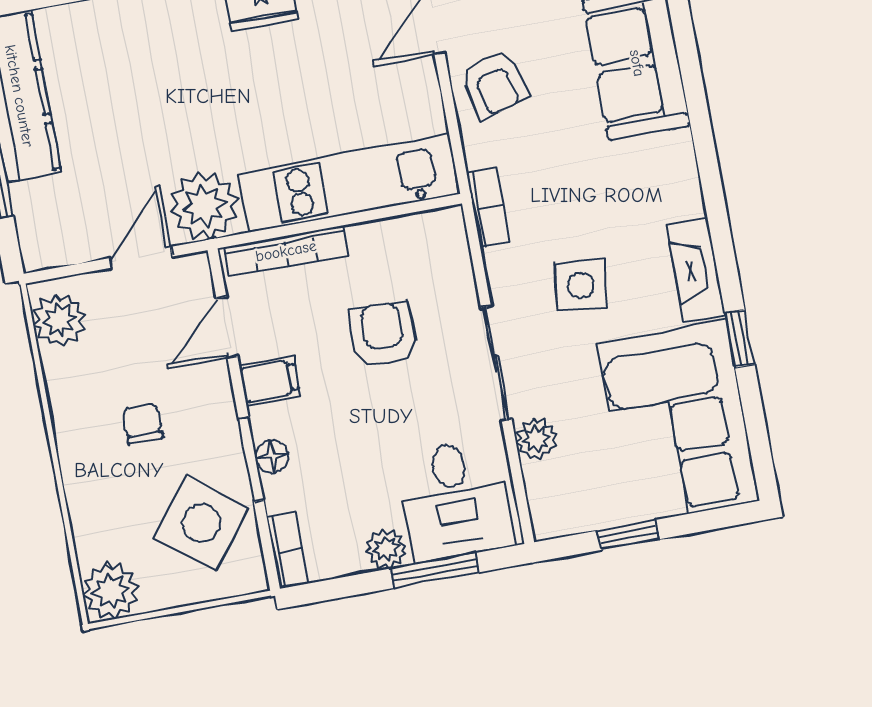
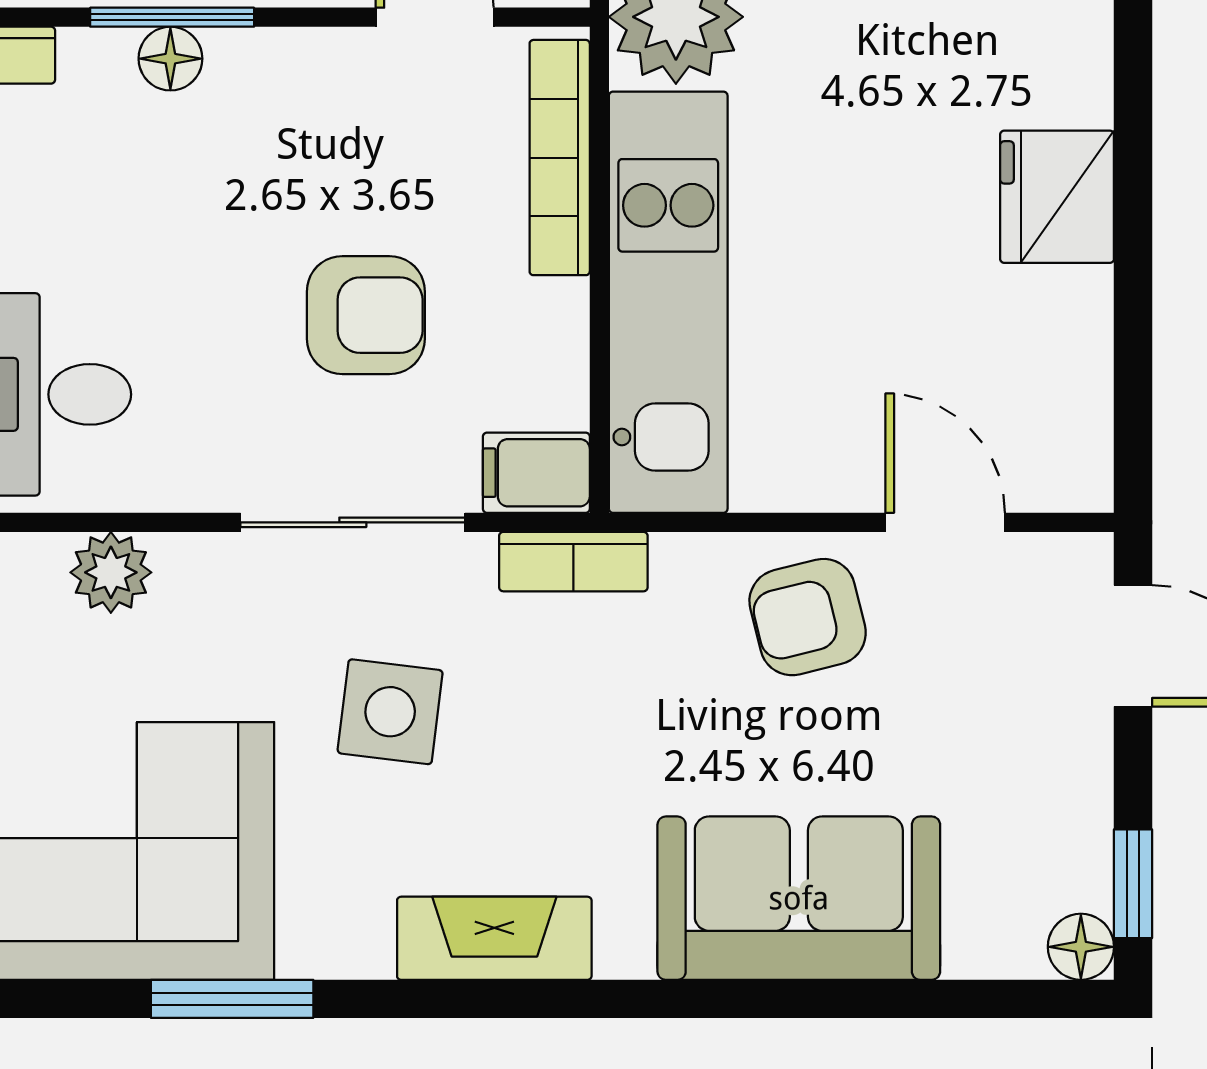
fireplace: (696, 270) -> (494, 938), moved
window: (740, 339) -> (232, 999), width x1.50
sliding door: (496, 363) -> (353, 522), moved
filing cabinet: (269, 381) -> (536, 473), moved, turned 90

